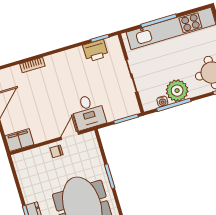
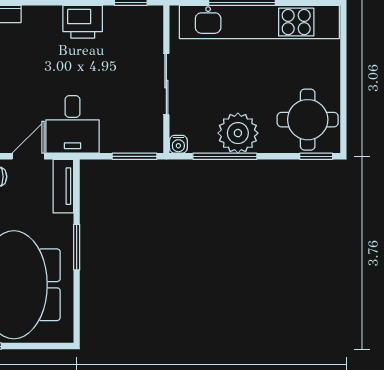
printer: (95, 51) -> (83, 22), moved
water cooler: (162, 101) -> (178, 144), moved
tv unit: (93, 146) -> (63, 186), added

